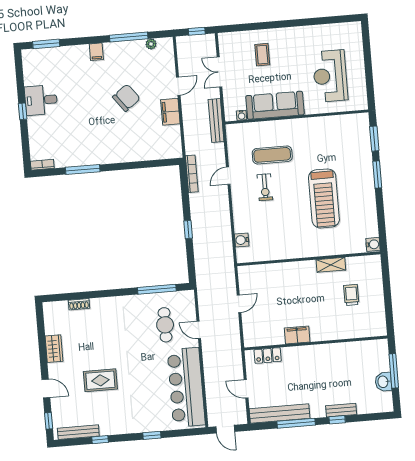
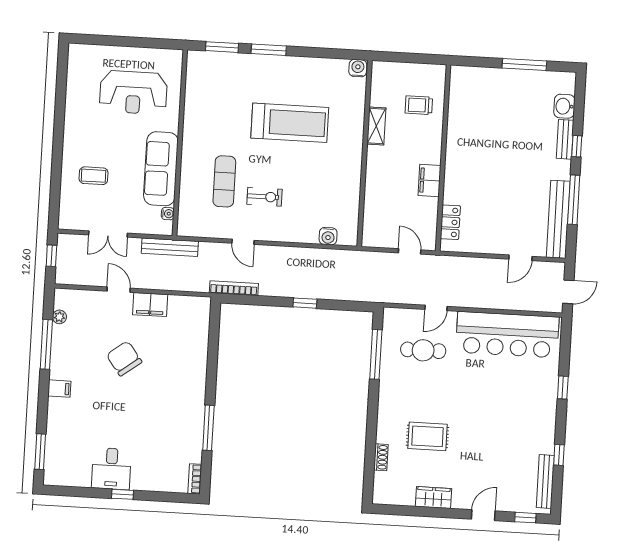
filing cabinet: (297, 335) -> (429, 180), moved
wall: (316, 343) -> (443, 158), moved
locker: (268, 356) -> (450, 222), moved
rug: (100, 380) -> (428, 436), moved, turned 90
washbasin: (383, 382) -> (564, 106), moved, turned 90

